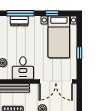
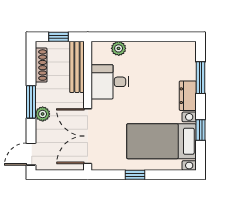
window: (20, 13) -> (200, 78), width x0.69
dresser: (19, 21) -> (188, 96), moved

